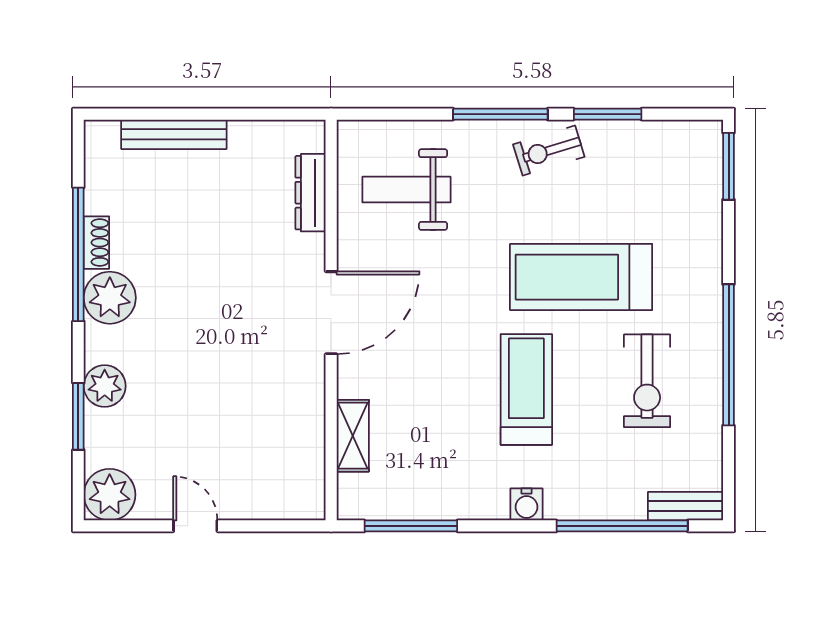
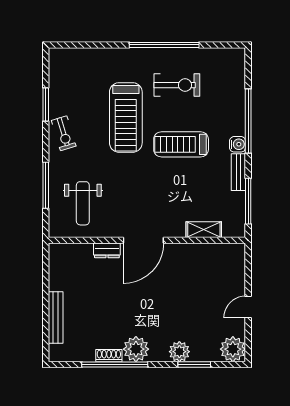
window: (500, 114) -> (46, 185), moved
window: (729, 166) -> (71, 45), removed
dresser: (311, 193) -> (107, 250), moved, width x0.70
door: (331, 313) -> (143, 240), swing flipped
bench: (686, 506) -> (238, 172), moved
window: (622, 526) -> (248, 121), moved

